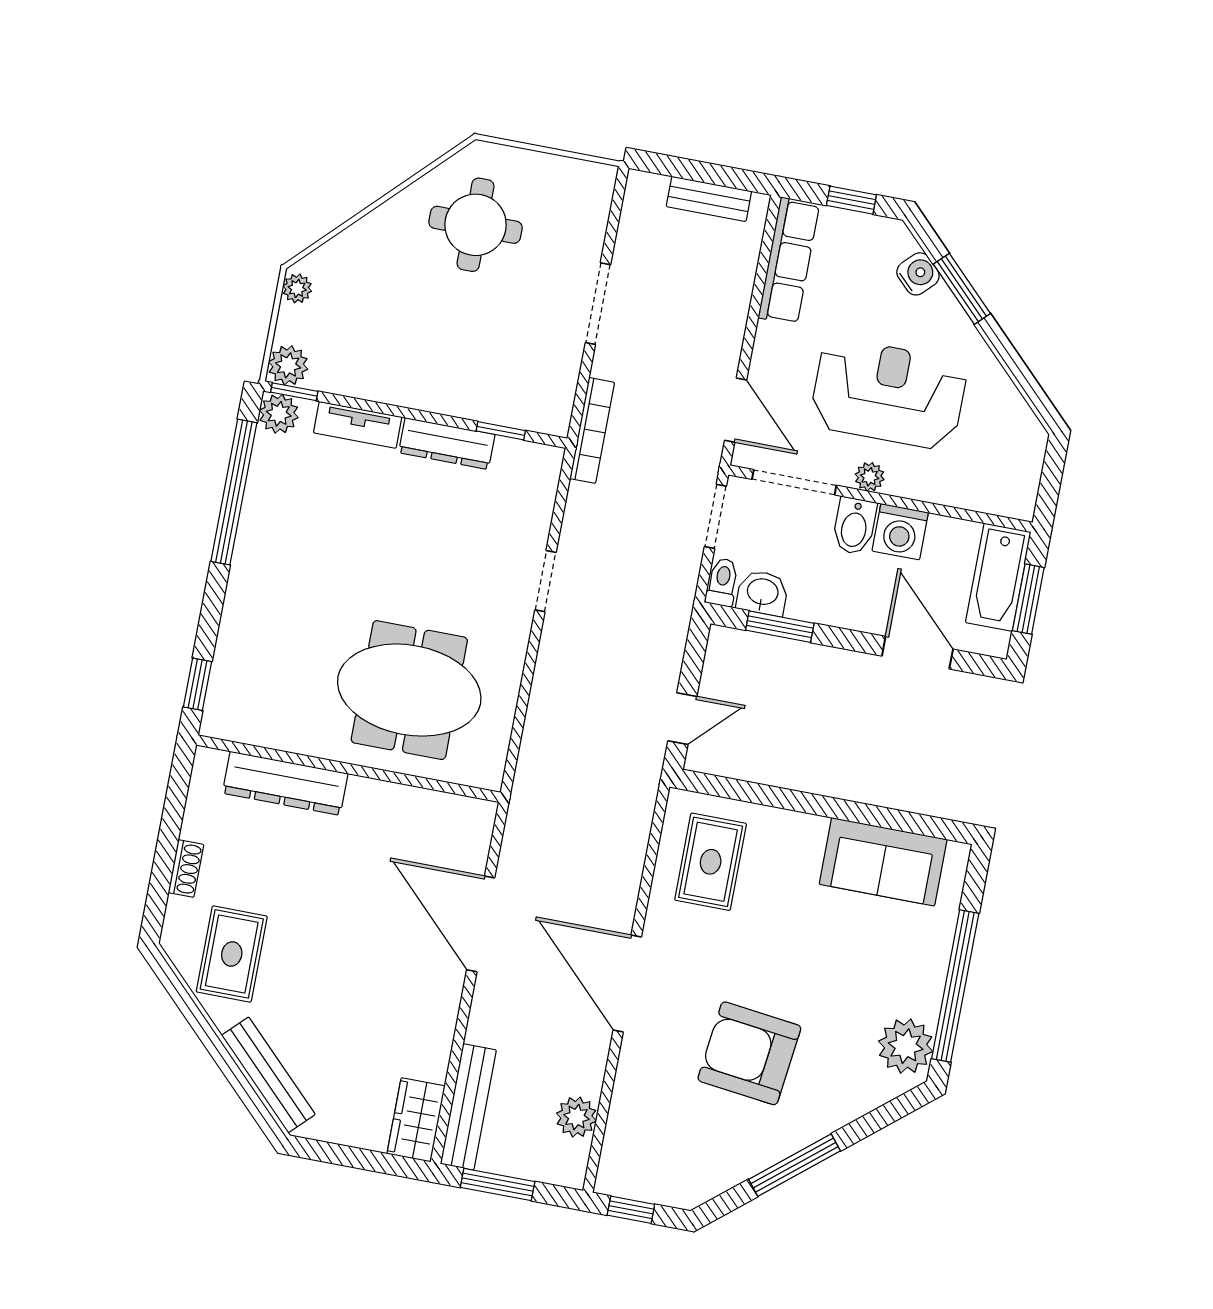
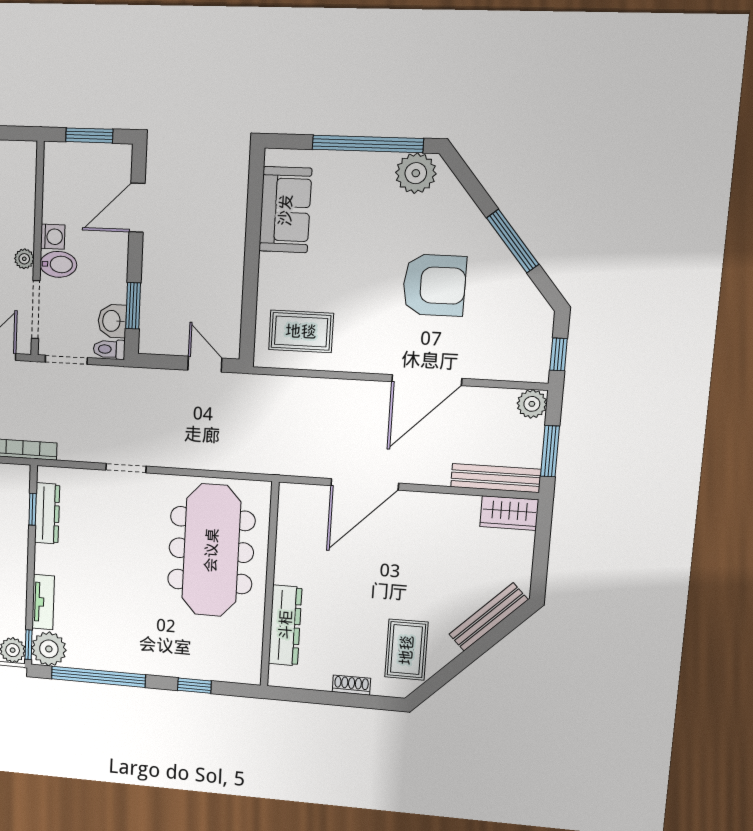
plant: (279, 414) -> (49, 649), width x1.36, depth x1.36
dresser: (447, 444) -> (47, 513), moved
washing machine: (900, 532) -> (53, 237), width x0.73, depth x0.73
bathtub: (998, 577) -> (78, 159), removed
window: (198, 684) -> (194, 686), moved
meeting table: (409, 690) -> (211, 550), width x1.36
rug: (232, 954) -> (406, 650), turned 90
door: (627, 984) -> (427, 380), moved
armchair: (749, 1053) -> (434, 285), turned -97
plant: (576, 1117) -> (532, 404), moved

